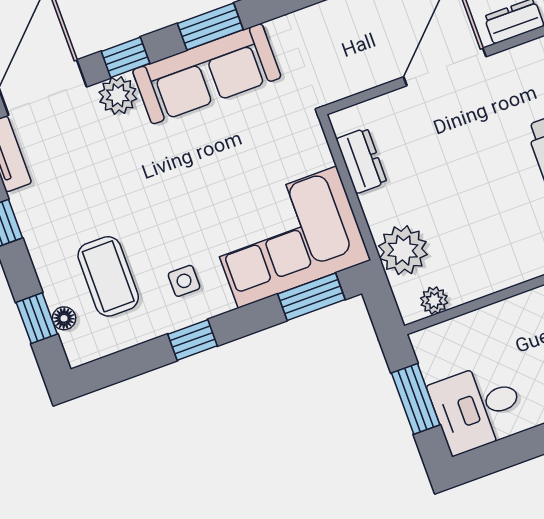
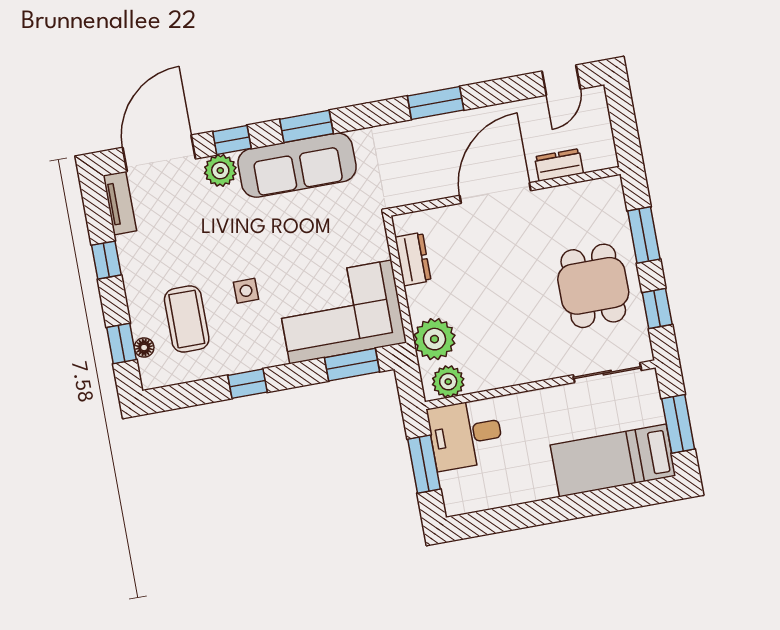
side table: (184, 281) -> (246, 291), moved
plant: (434, 300) -> (448, 382), width x1.38, depth x1.38
desk: (477, 408) -> (466, 434), moved

